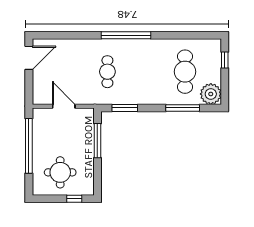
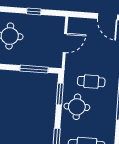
round table: (139, 87) -> (77, 107), added
window: (29, 146) -> (34, 11), width x0.32

